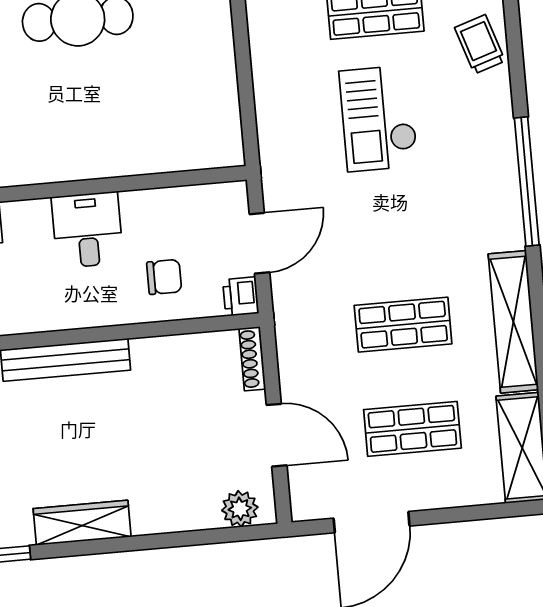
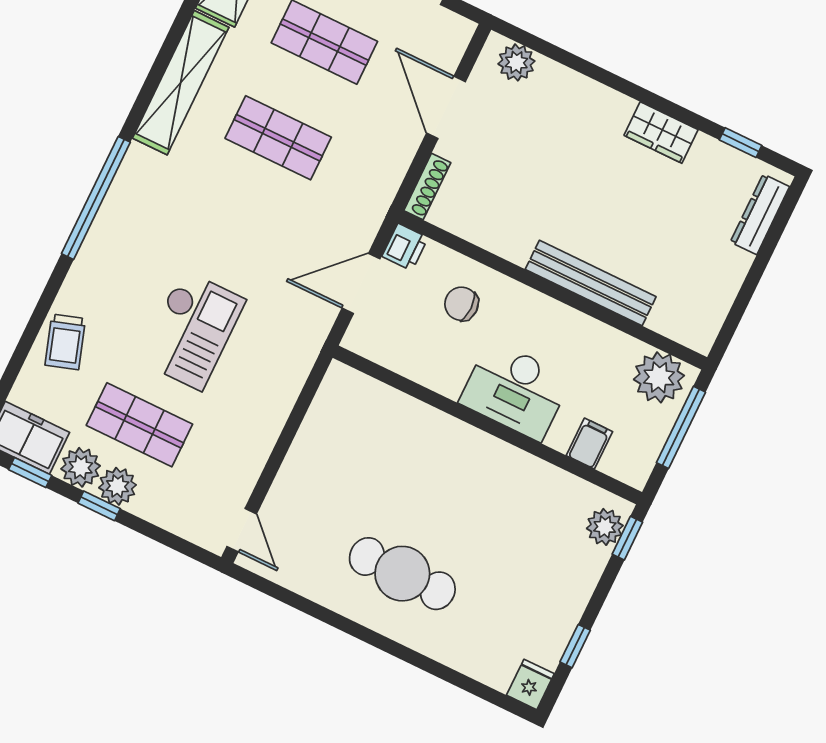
desk: (87, 230) -> (515, 390), width x1.37
wardrobe: (82, 523) -> (661, 133), width x0.67

